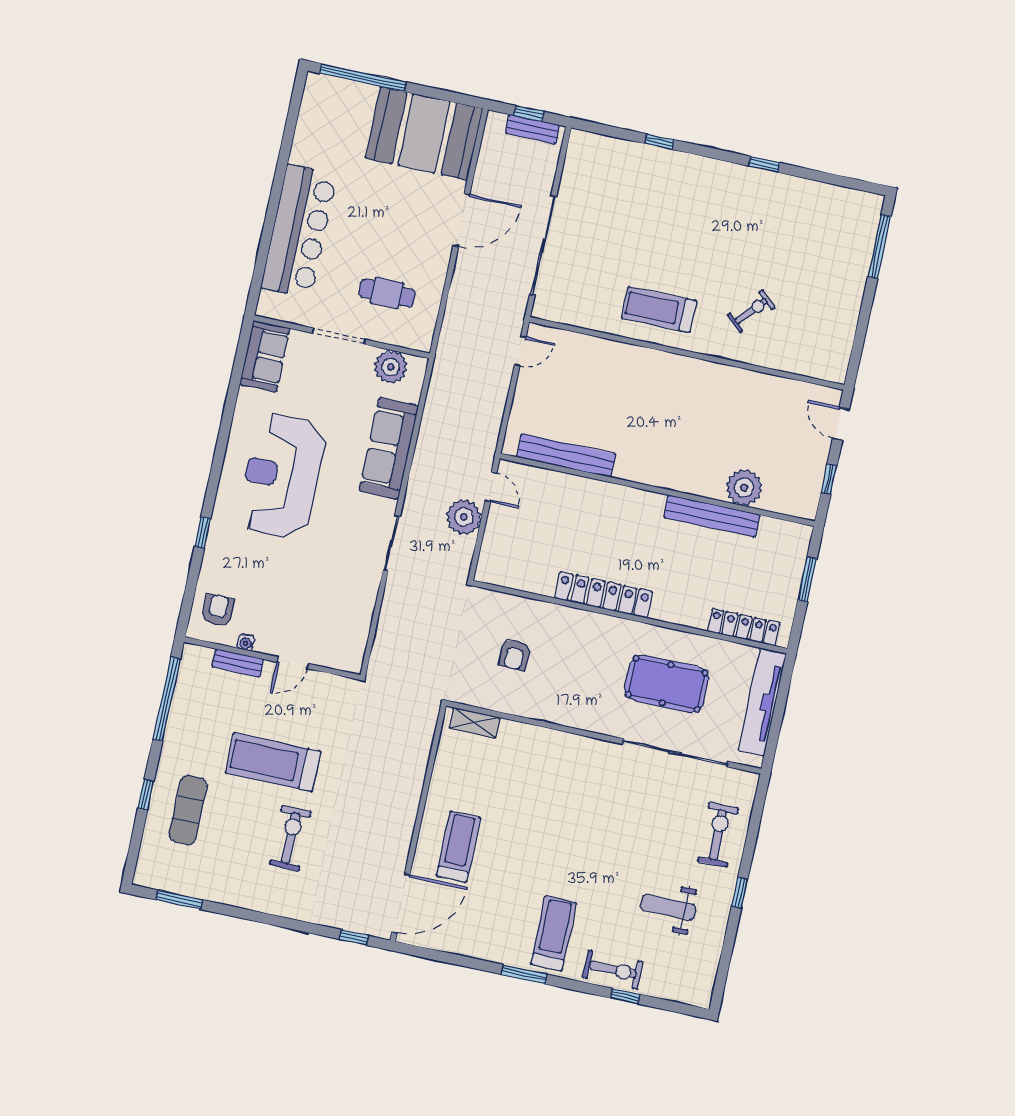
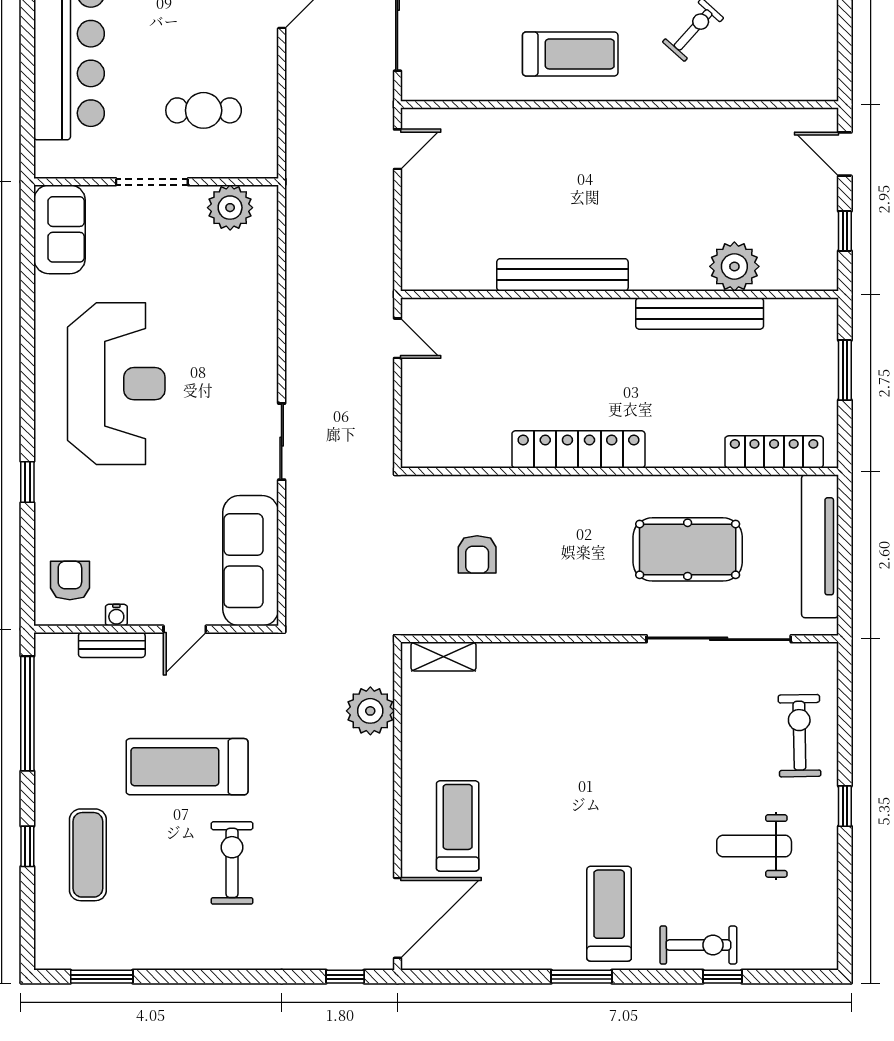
treadmill: (659, 309) -> (570, 54), turned 180
sofa: (389, 448) -> (251, 561), moved
bench: (566, 455) -> (562, 275), moved
reception desk: (282, 476) -> (116, 384), turned 180
plant: (464, 517) -> (370, 711), moved

